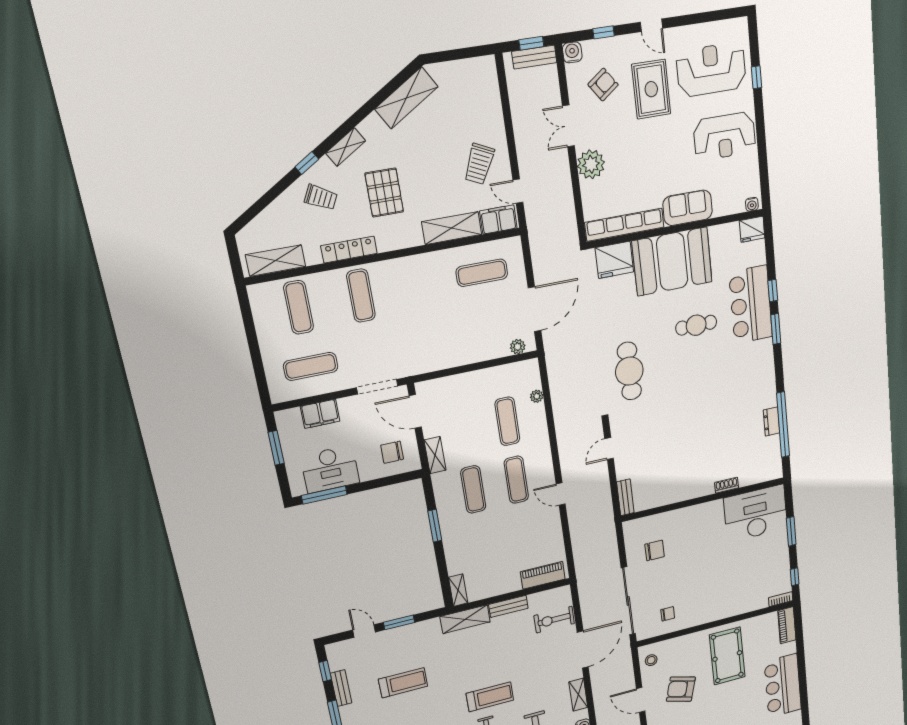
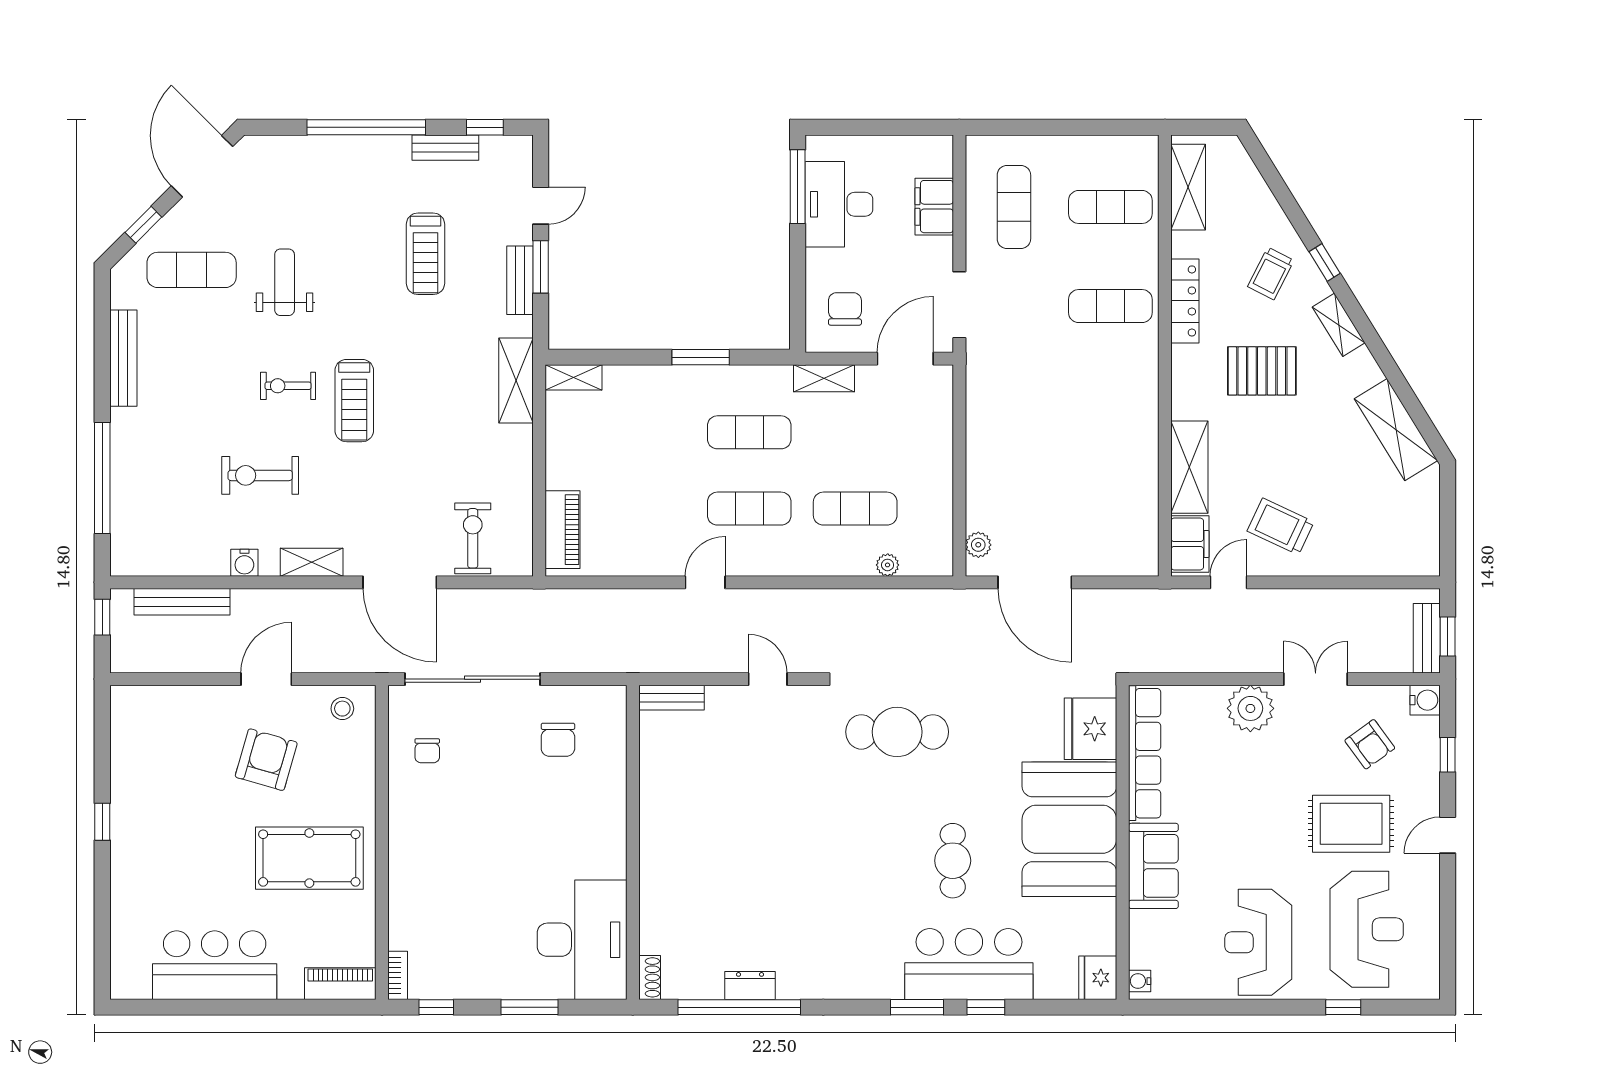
exercise mat: (482, 273) -> (1110, 504), removed
window: (276, 448) -> (894, 127), removed
shoe rack: (727, 485) -> (650, 977), moved
bench: (508, 606) -> (520, 280), moved

